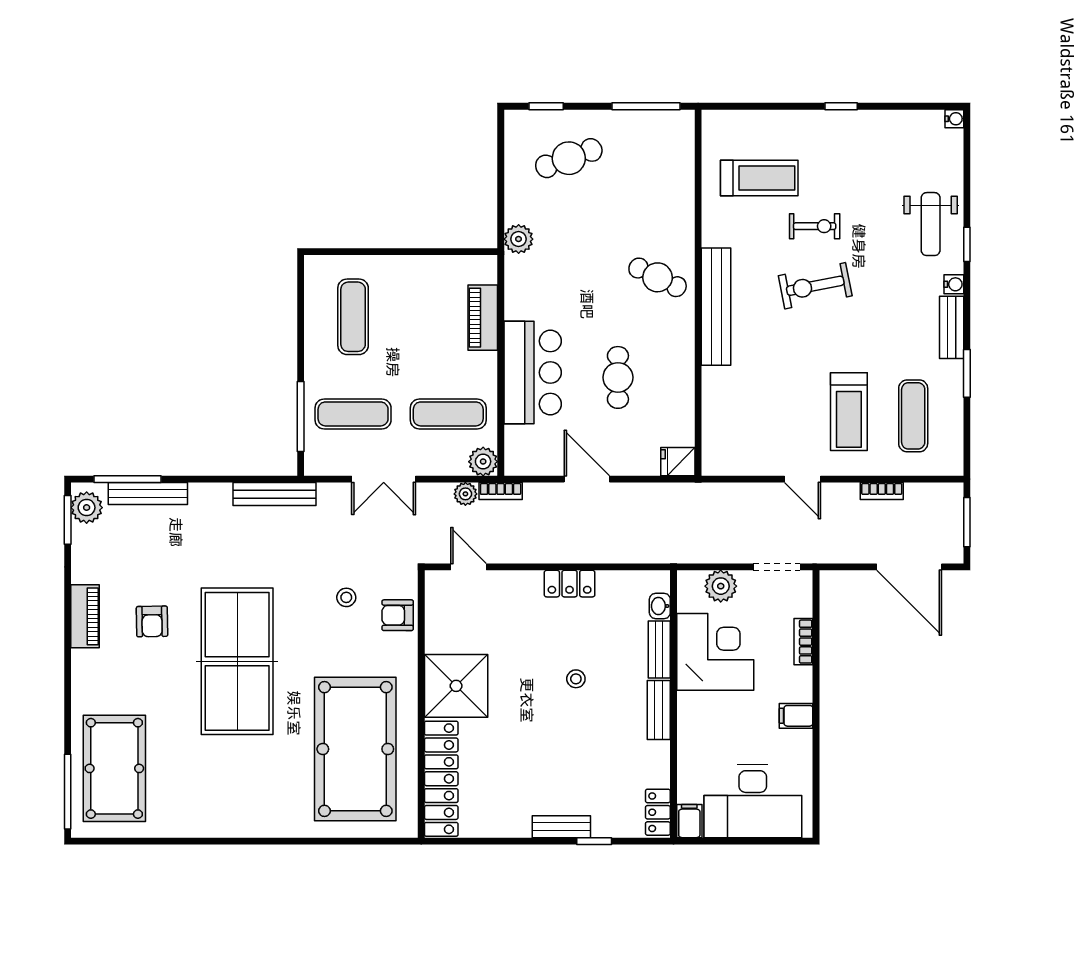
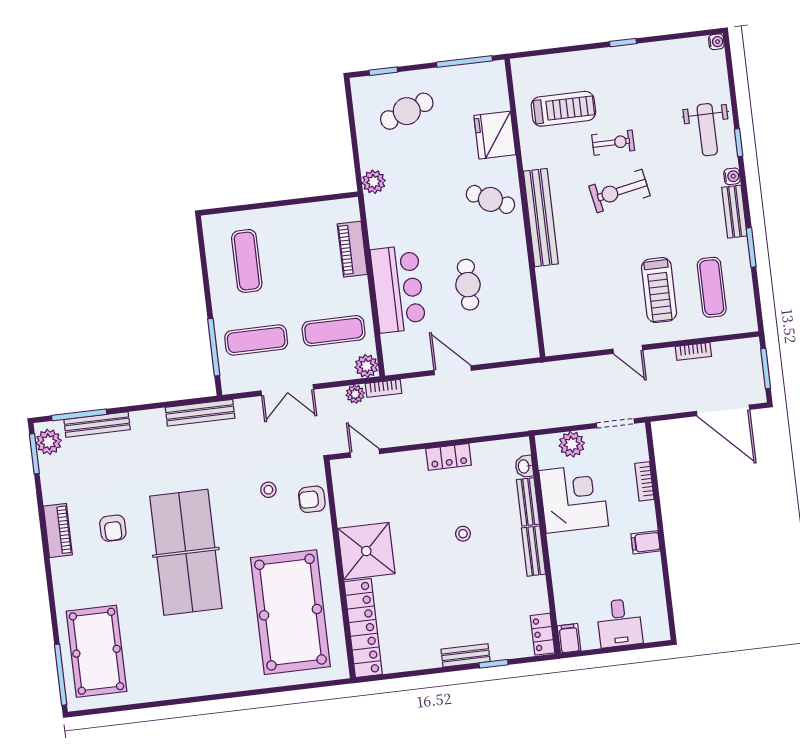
fridge: (678, 462) -> (495, 135), moved, width x1.88, depth x1.34
desk: (753, 801) -> (619, 623), width x0.53, depth x0.77

